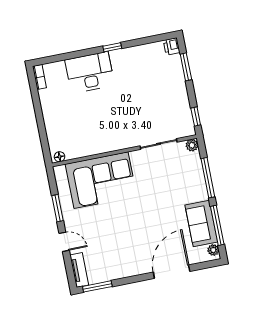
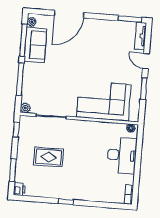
desk: (90, 72) -> (122, 155), moved, turned -90
rug: (148, 95) -> (49, 157), added

